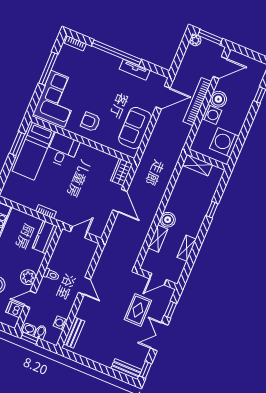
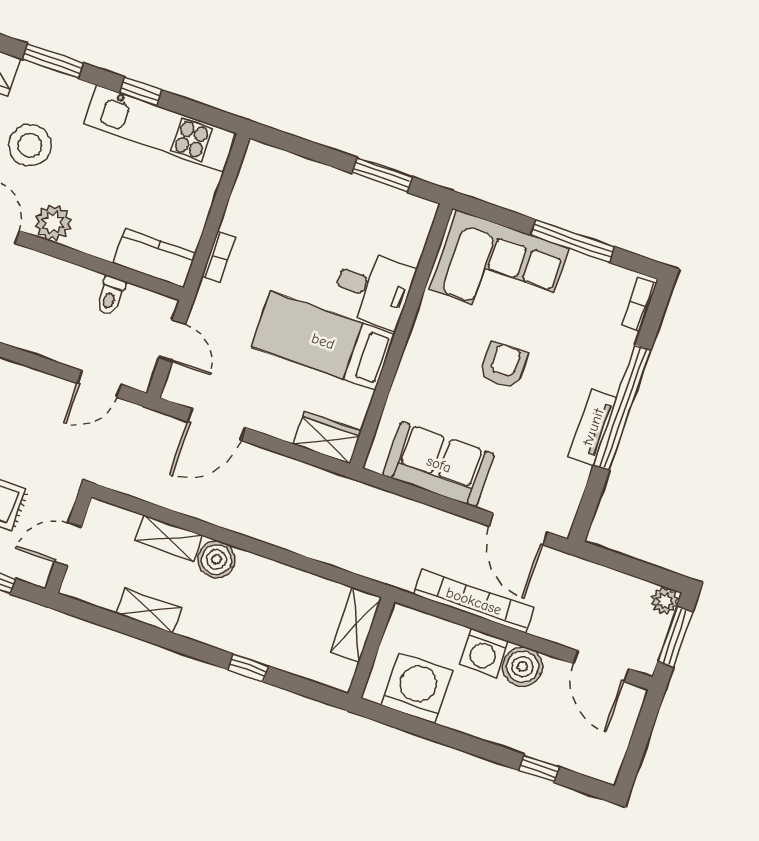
tv unit: (135, 70) -> (593, 427), moved
bookcase: (197, 102) -> (474, 601), moved
armchair: (91, 122) -> (504, 365), moved
bed: (33, 151) -> (323, 341), moved
door: (120, 201) -> (216, 425), moved
toilet: (51, 275) -> (110, 296), moved
door: (158, 279) -> (68, 544), hinge flipped
door: (84, 286) -> (99, 384), moved

